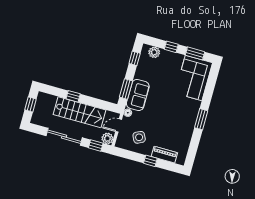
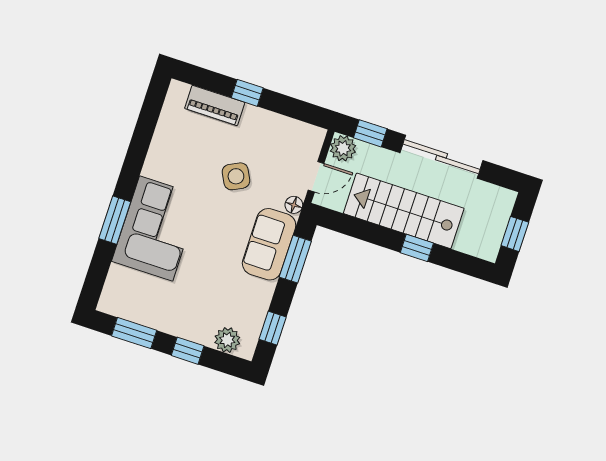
corner sofa: (194, 78) -> (156, 229), moved
window: (201, 119) -> (115, 220), moved
side table: (139, 137) -> (236, 176), moved

